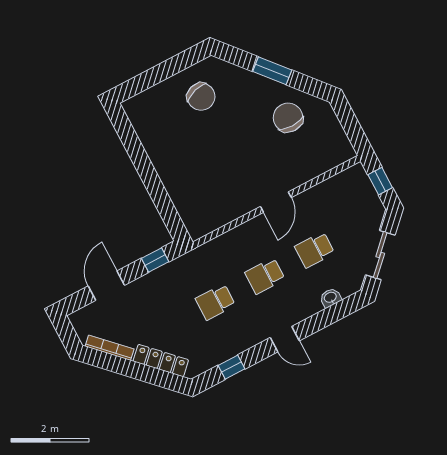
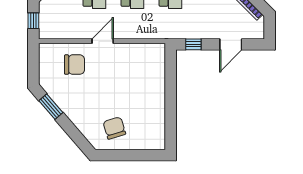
window: (272, 71) -> (51, 107), moved
chair: (288, 118) -> (74, 65), moved, turned -90

